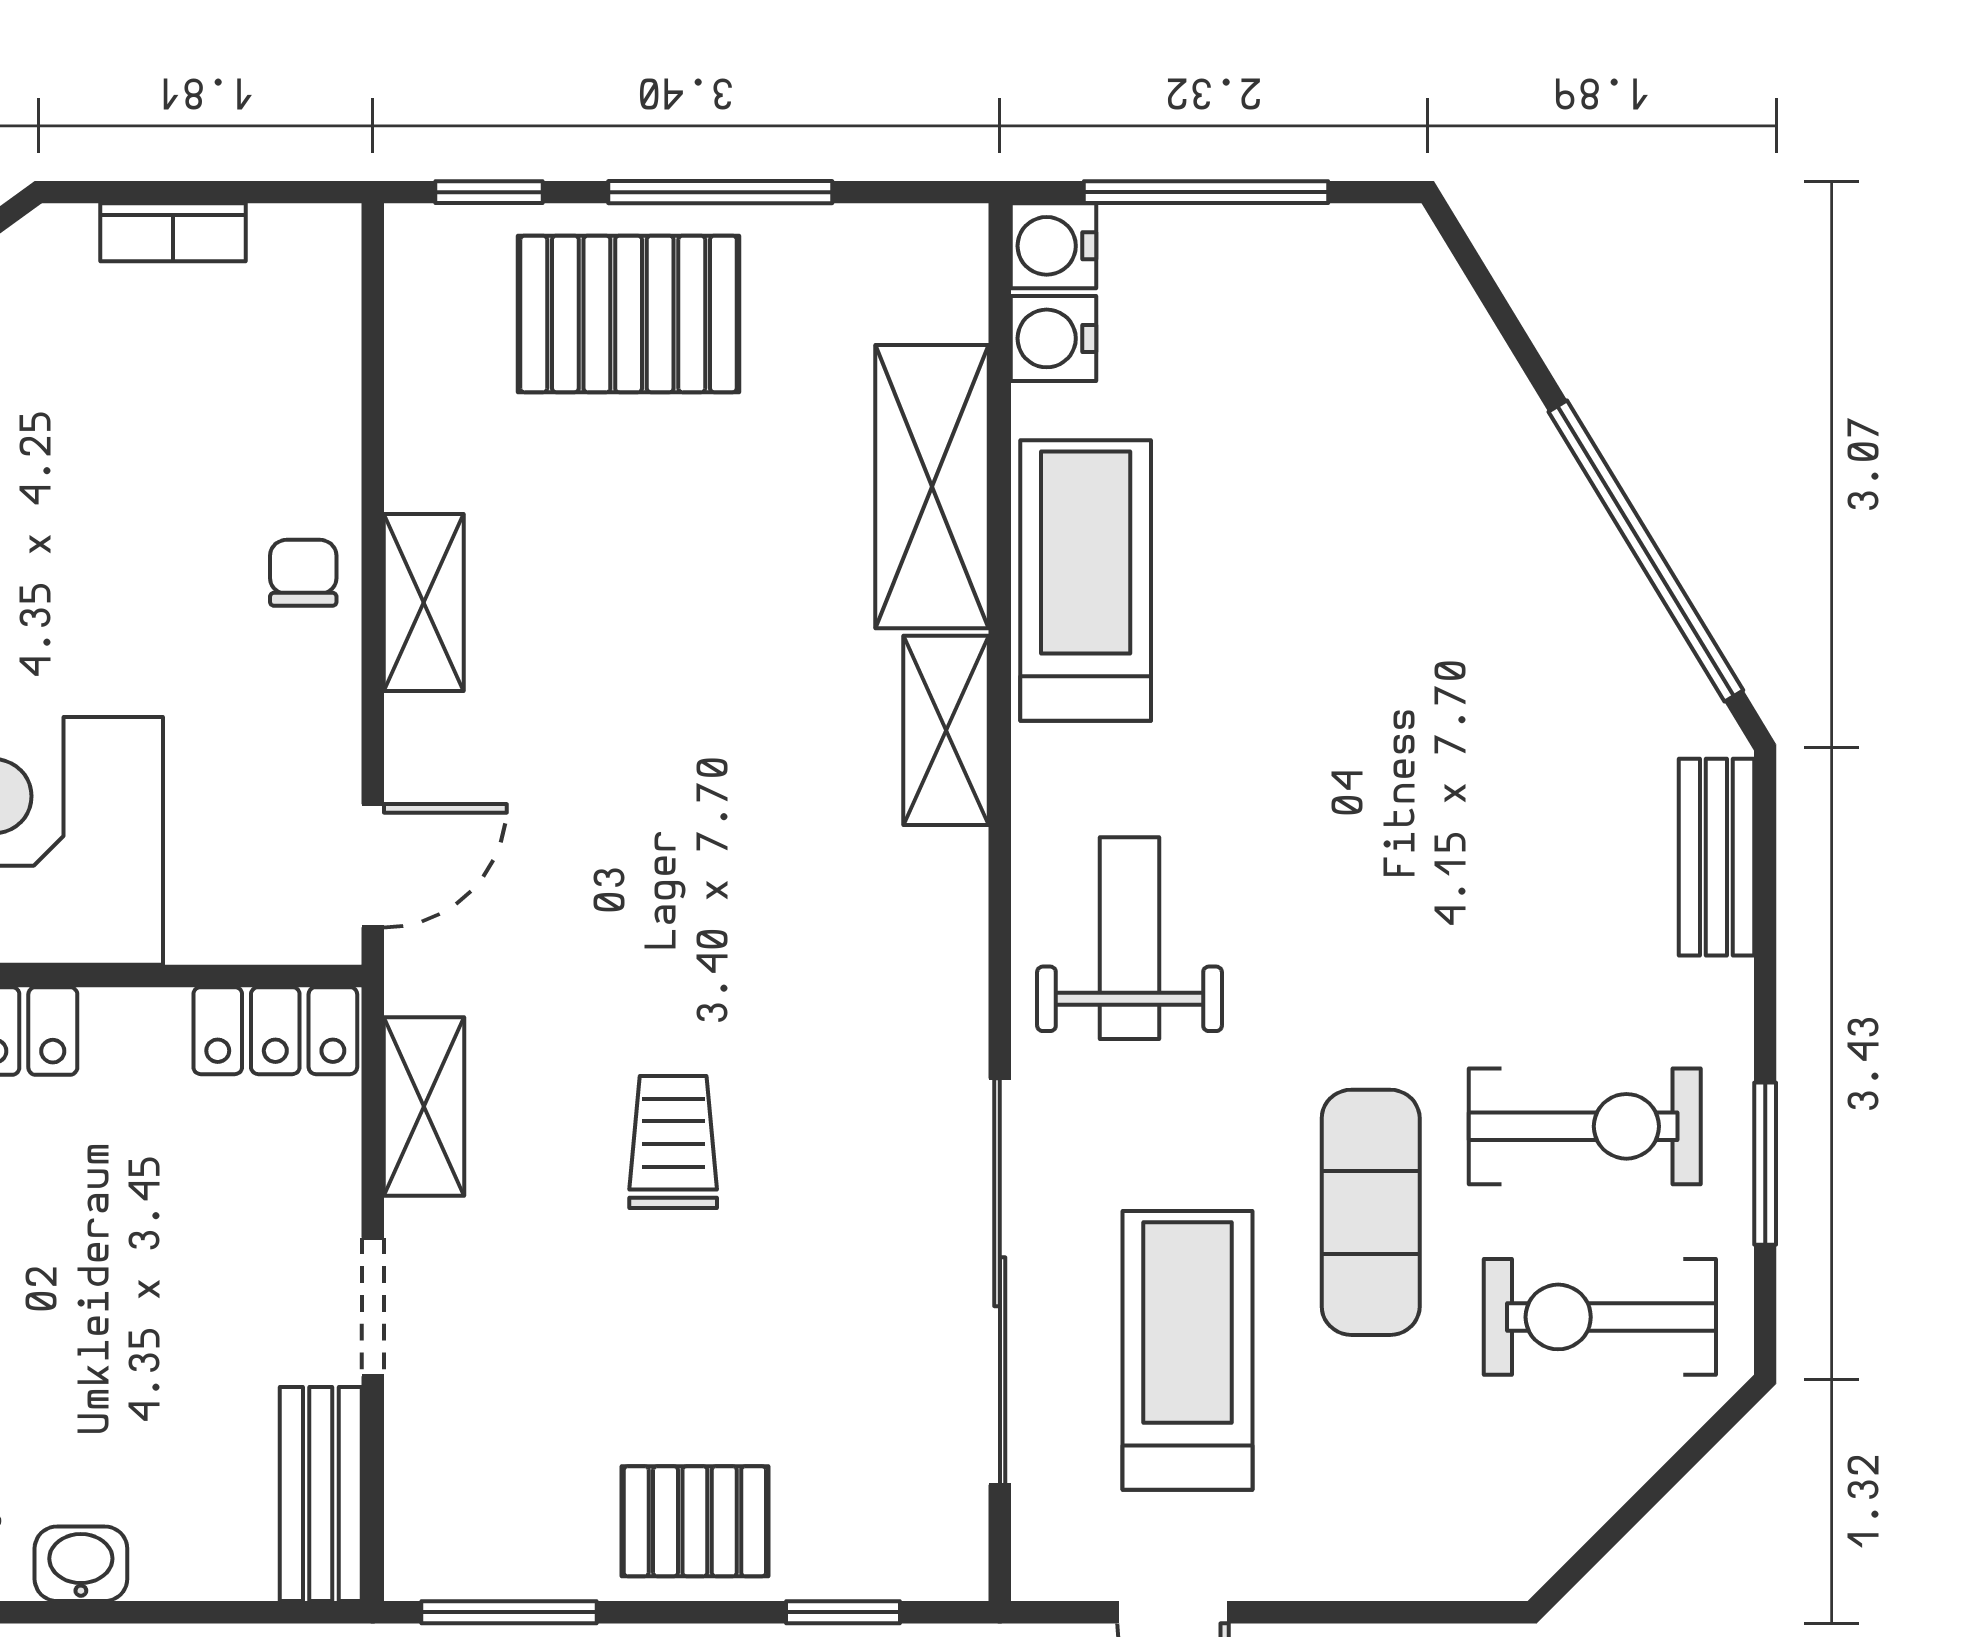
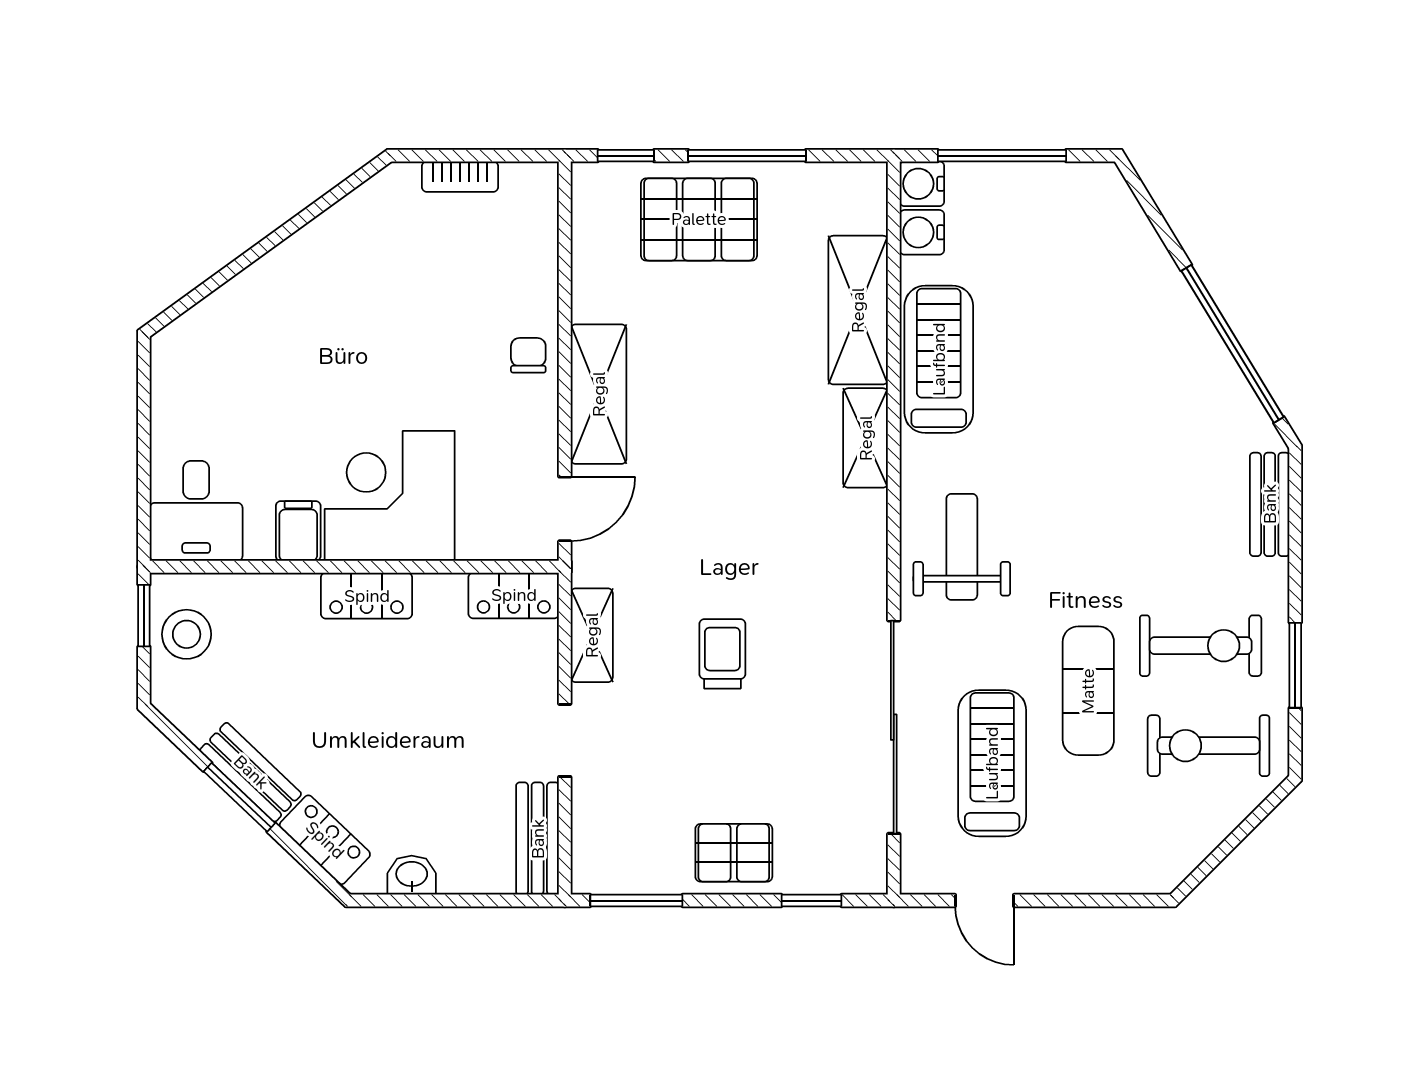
shelving: (424, 602) -> (599, 394), width x1.50, depth x1.33

